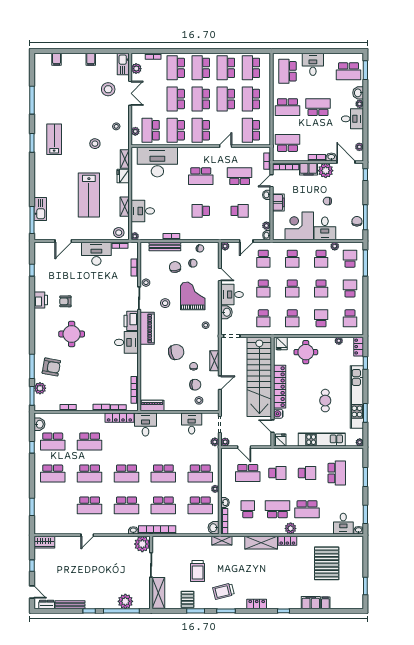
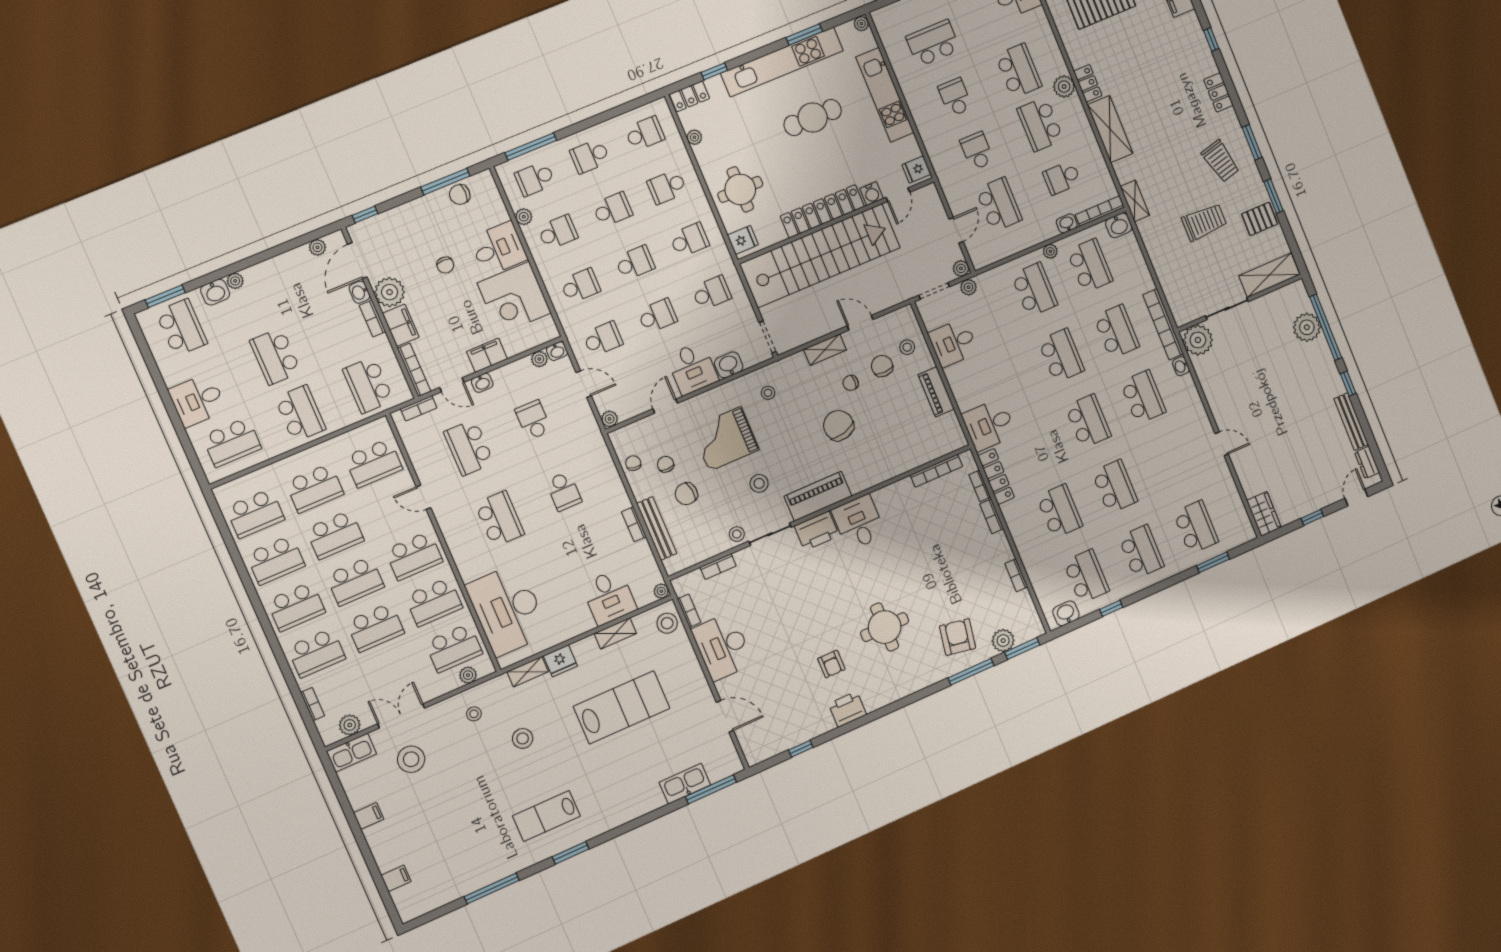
desk: (352, 119) -> (269, 282), removed
cafe table: (325, 401) -> (813, 117), width x1.37, depth x1.35
piano: (152, 405) -> (936, 392), moved
school desk: (90, 505) -> (1196, 527), moved

